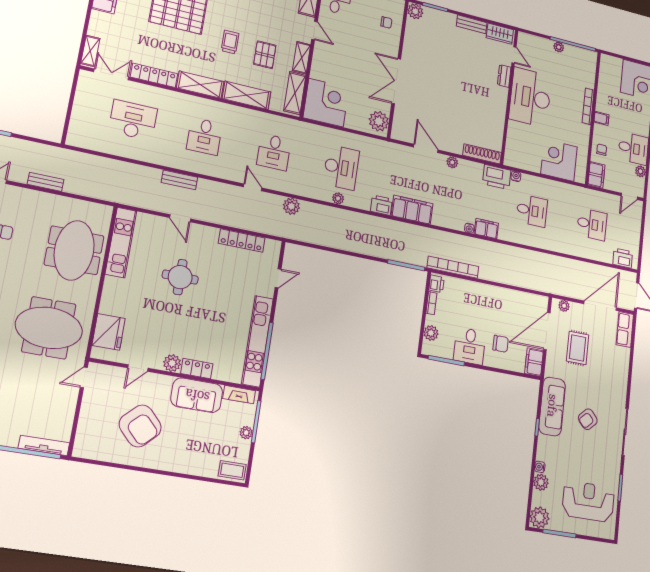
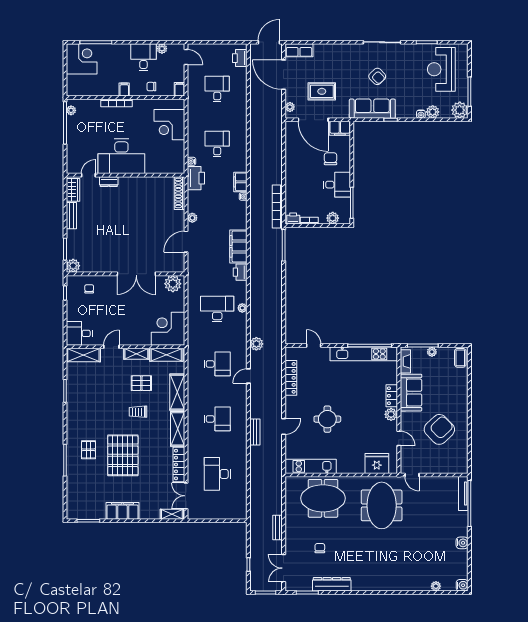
plant: (559, 47) -> (71, 110), moved
filing cabinet: (596, 175) -> (179, 89), width x0.50

